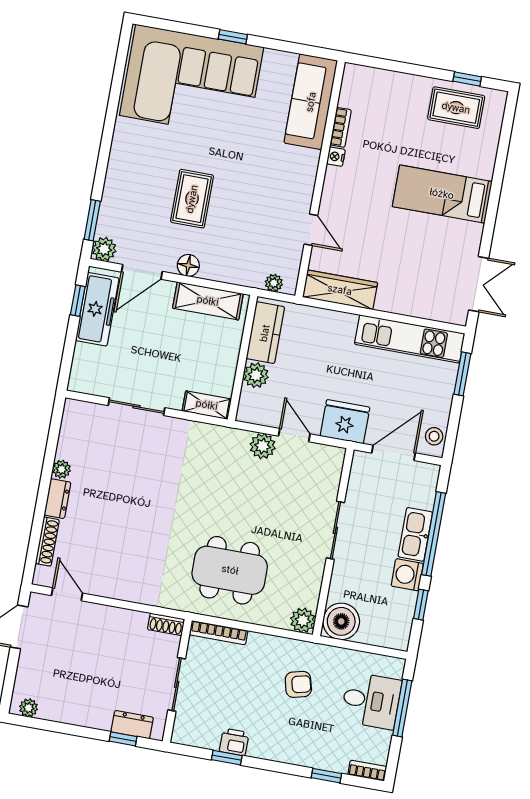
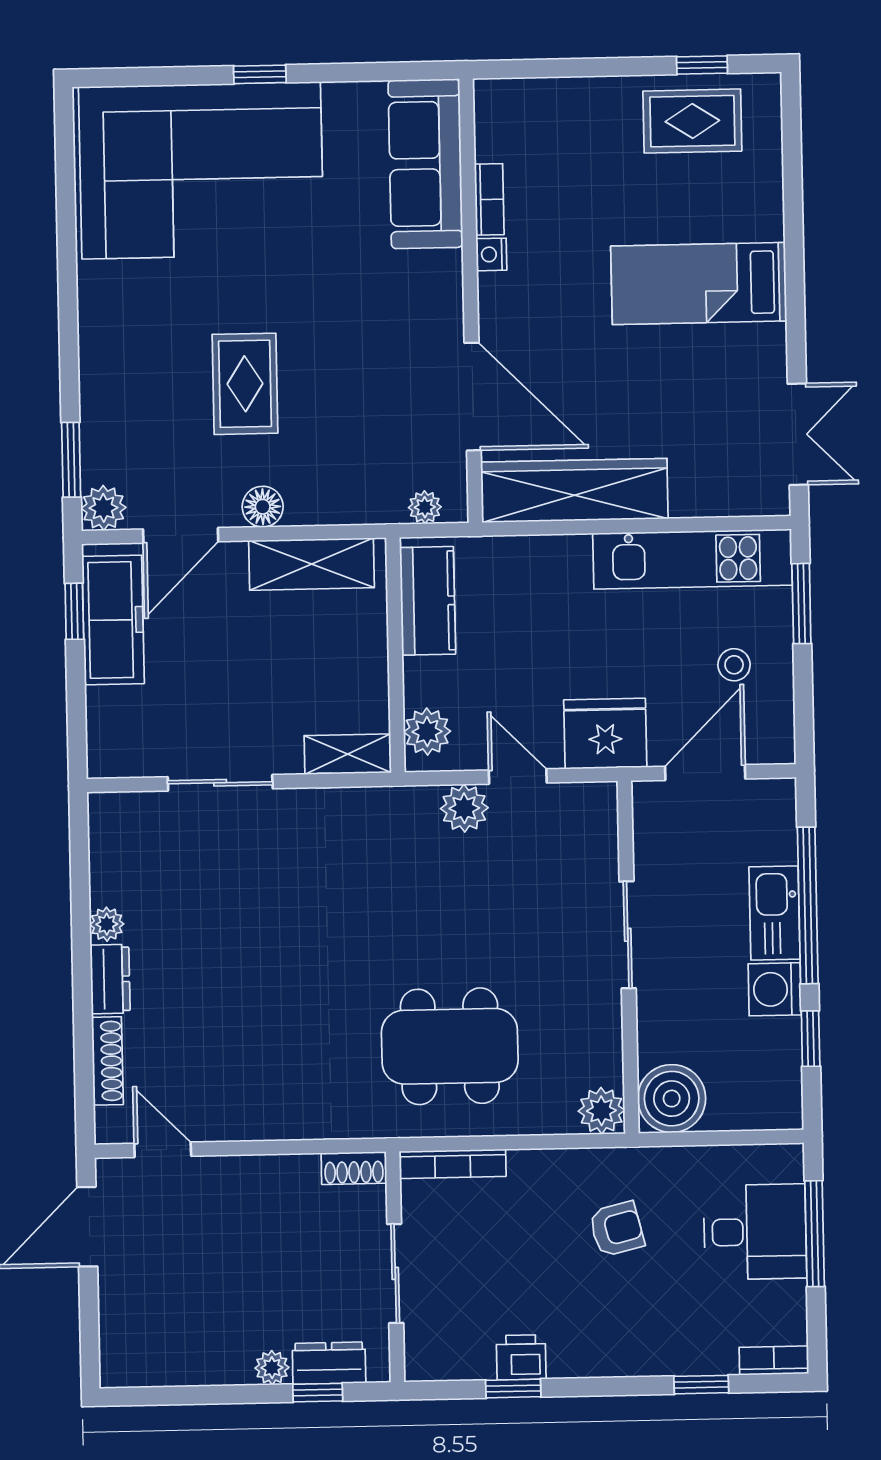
door: (311, 230) -> (473, 397), width x1.87
wardrobe: (340, 290) -> (574, 490), width x1.40, depth x1.17
plant: (256, 375) -> (427, 732), moved
stool: (434, 436) -> (734, 665), moved
plant: (29, 708) -> (272, 1368), moved

